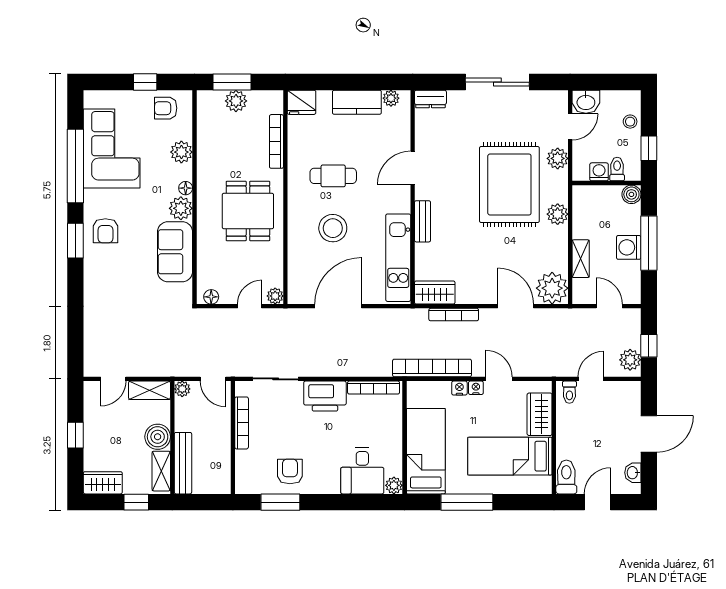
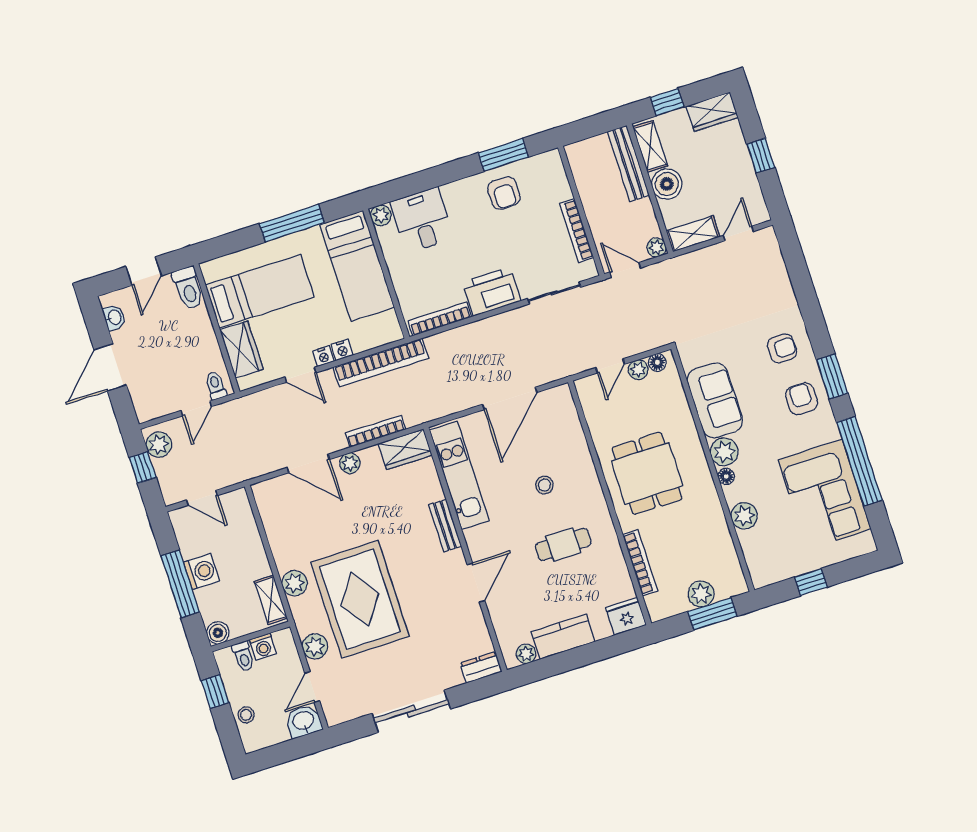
armchair: (166, 108) -> (782, 348), moved
stool: (333, 228) -> (544, 485), width x0.53, depth x0.53
shelving: (581, 259) -> (271, 600), moved
plant: (552, 288) -> (350, 463), moved, width x0.53, depth x0.53
plant: (275, 296) -> (638, 370), moved

